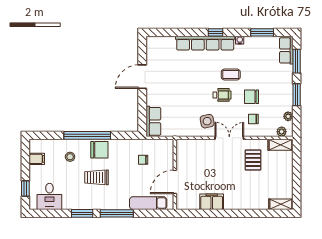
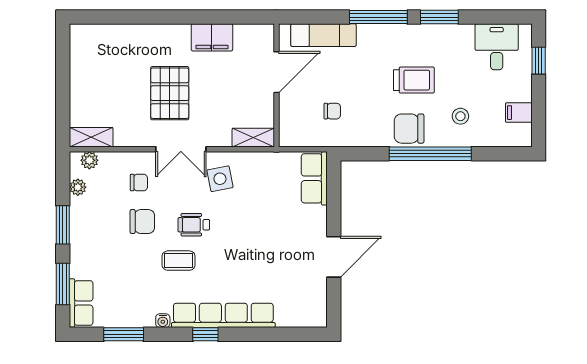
pallet: (253, 160) -> (170, 93), moved, width x1.50, depth x1.42
shelving: (281, 204) -> (253, 138), moved

